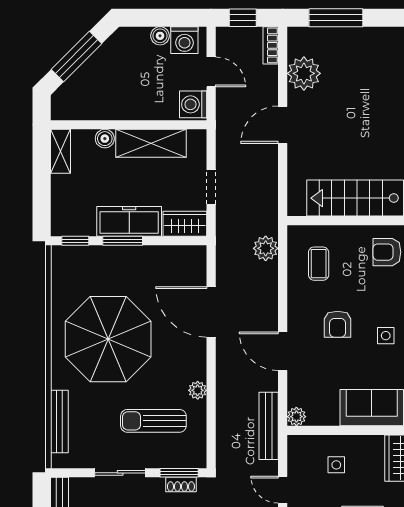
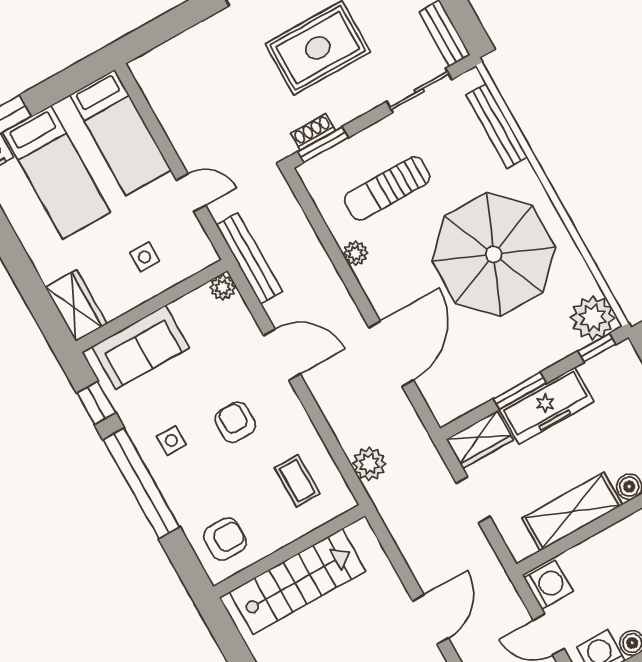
window: (123, 241) -> (520, 391), moved
plant: (67, 262) -> (593, 318), added
door: (211, 312) -> (391, 354), hinge flipped
sun lounger: (153, 421) -> (387, 188), turned 180
sliding door: (120, 473) -> (419, 91), moved

